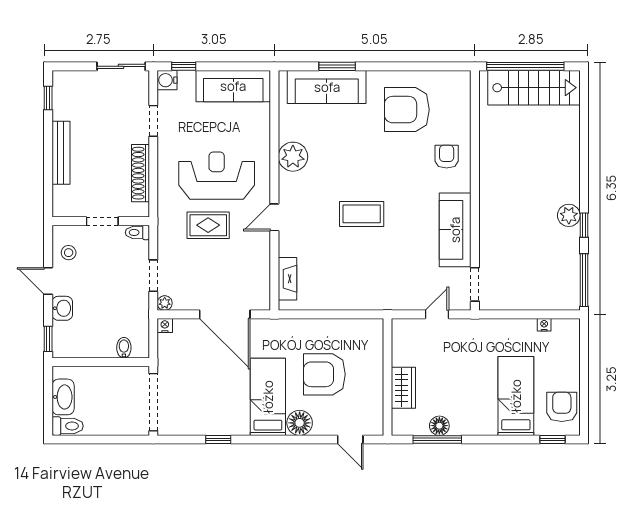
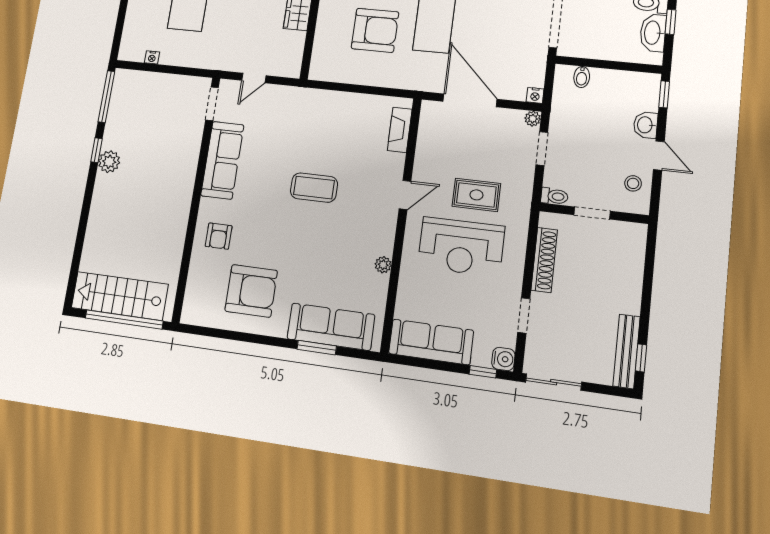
bench: (61, 153) -> (627, 351), moved
plant: (293, 157) -> (383, 265), width x0.53, depth x0.53
window: (48, 409) -> (671, 22), added

